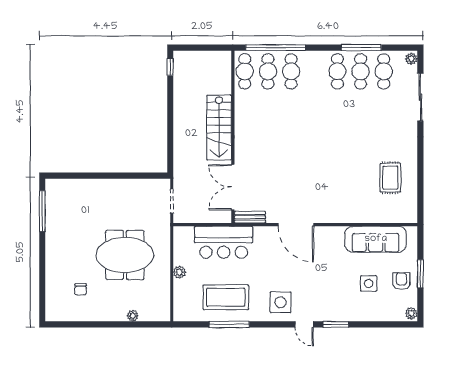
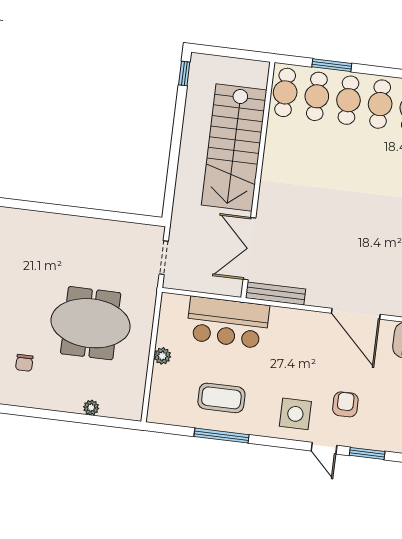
window: (276, 48) -> (332, 65), width x0.47
cafe table: (314, 71) -> (380, 104), added
stairs: (219, 128) -> (234, 148), width x1.36, depth x1.51
bench: (250, 217) -> (276, 294), width x1.36
door: (296, 225) -> (356, 314), moved
armchair: (316, 291) -> (345, 404), added
coffee table: (226, 297) -> (221, 398), width x0.73, depth x0.76

